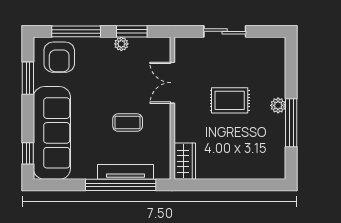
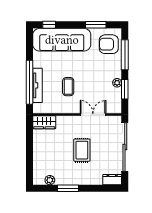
sliding door: (225, 31) -> (125, 147), width x1.86
dresser: (277, 52) -> (112, 180), added
plant: (278, 105) -> (50, 180), moved
window: (291, 123) -> (68, 188), width x0.69

